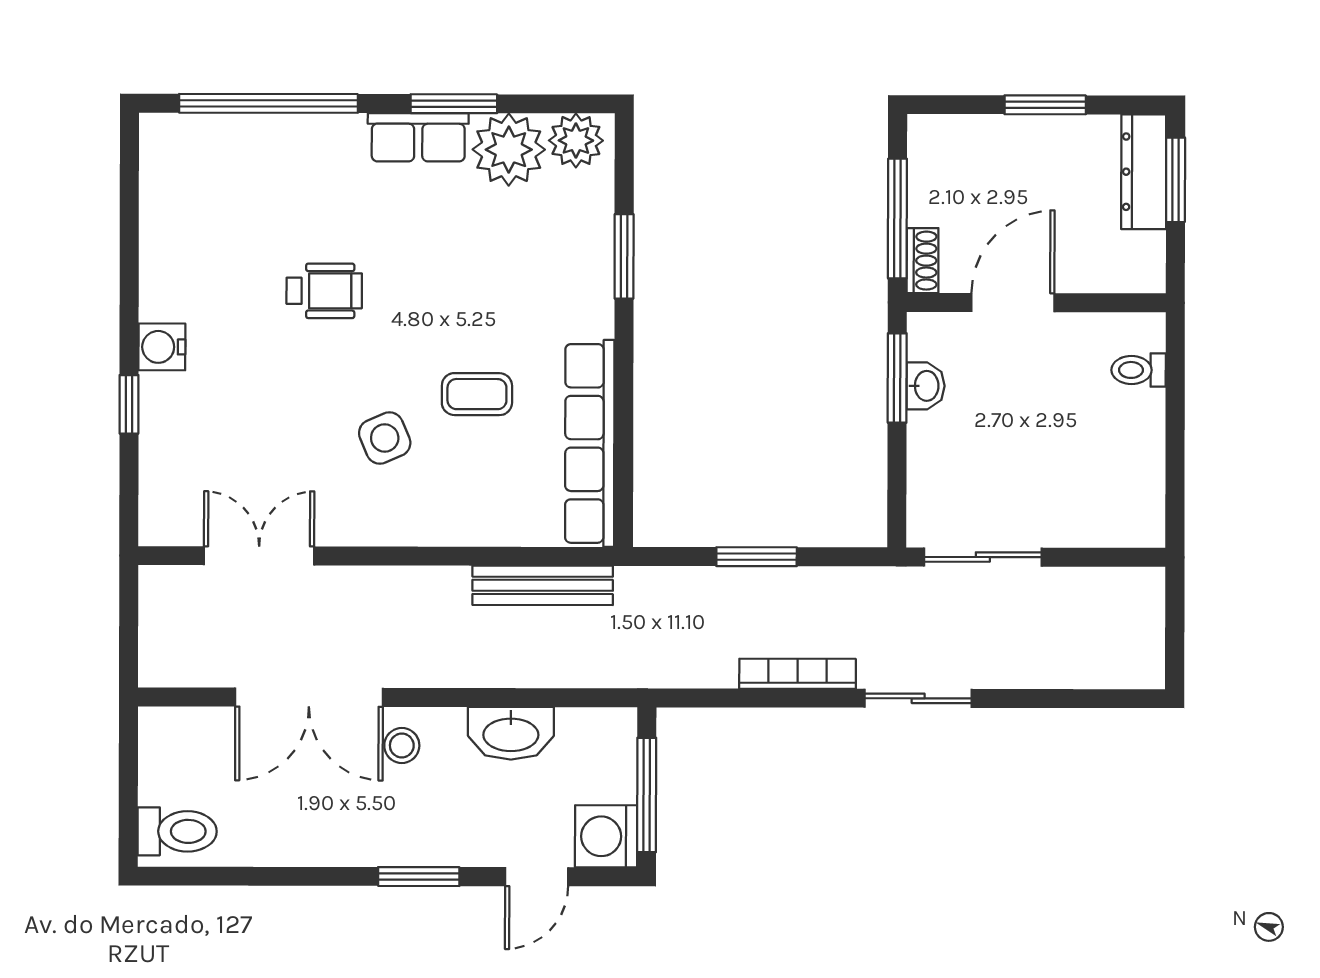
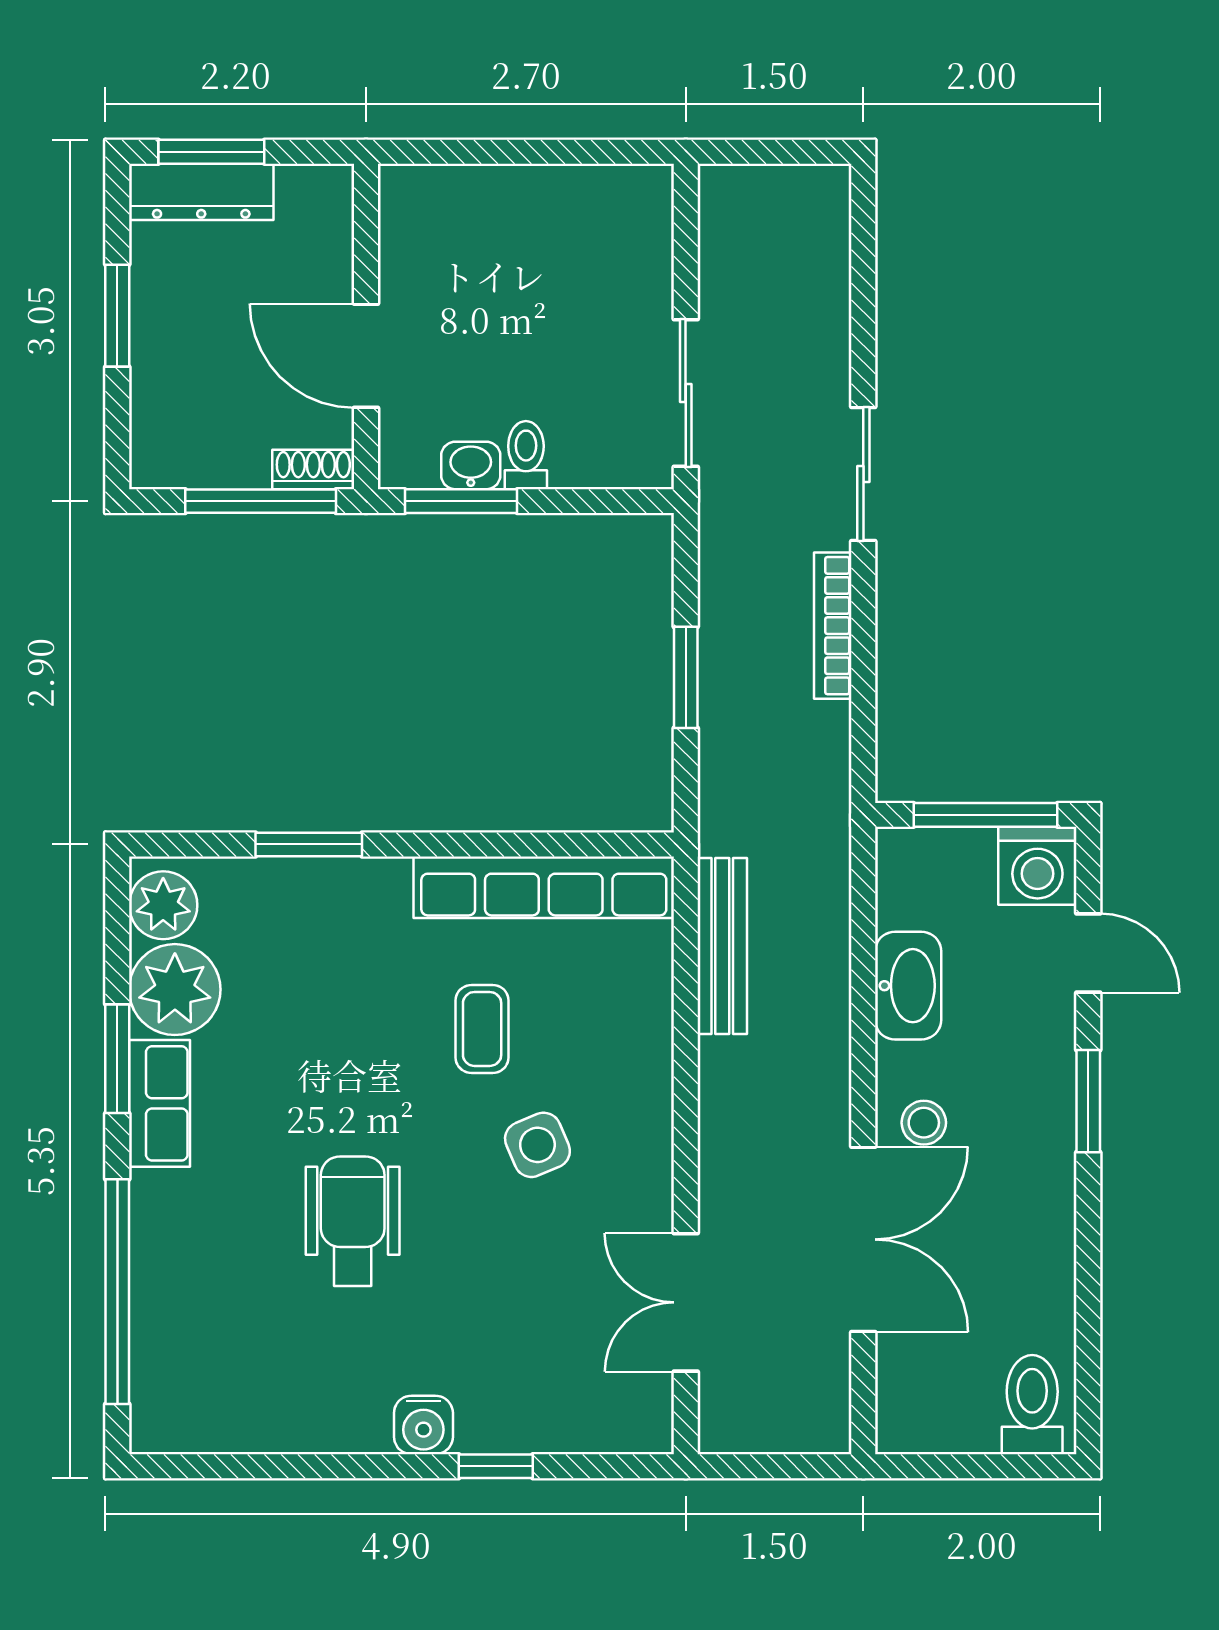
wheelchair: (324, 291) -> (353, 1221), width x1.36, depth x1.37
toilet: (1139, 370) -> (526, 455), moved, turned 180

